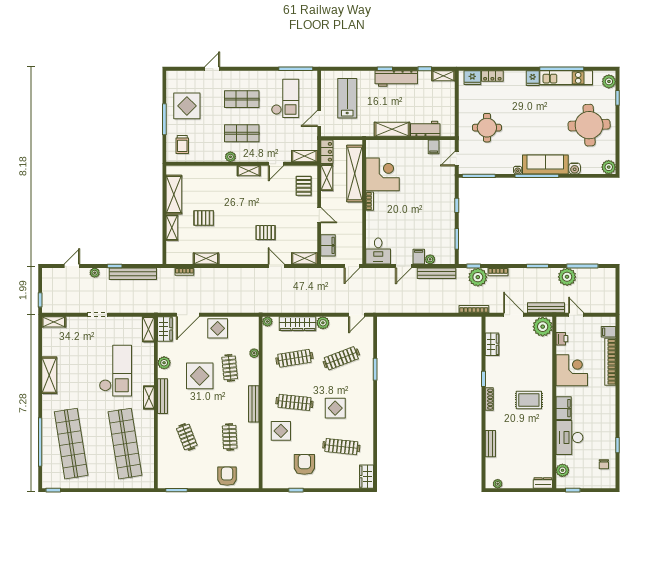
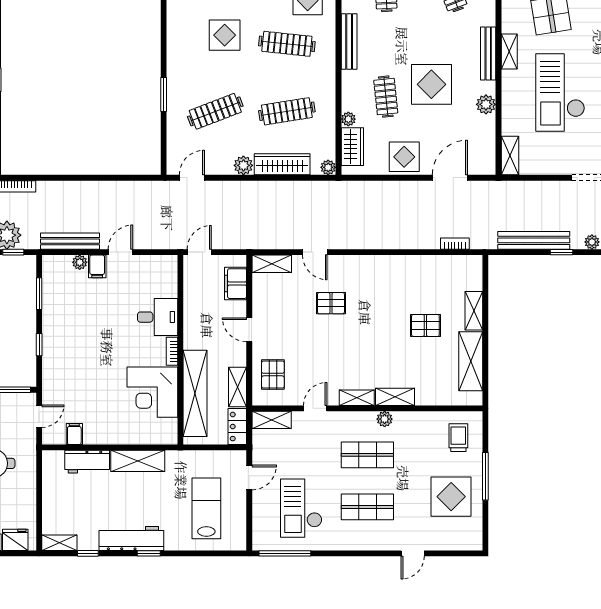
lab bench: (347, 98) -> (206, 508), turned 180
desk: (378, 251) -> (158, 317), moved, turned 90
shelving: (206, 258) -> (395, 397), moved
wardrobe: (165, 329) -> (352, 147), moved, turned 180

